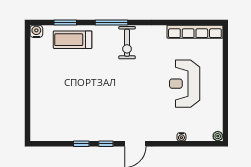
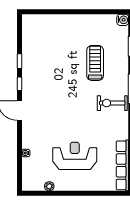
treadmill: (73, 40) -> (95, 63), moved
plant: (218, 136) -> (49, 186), moved

